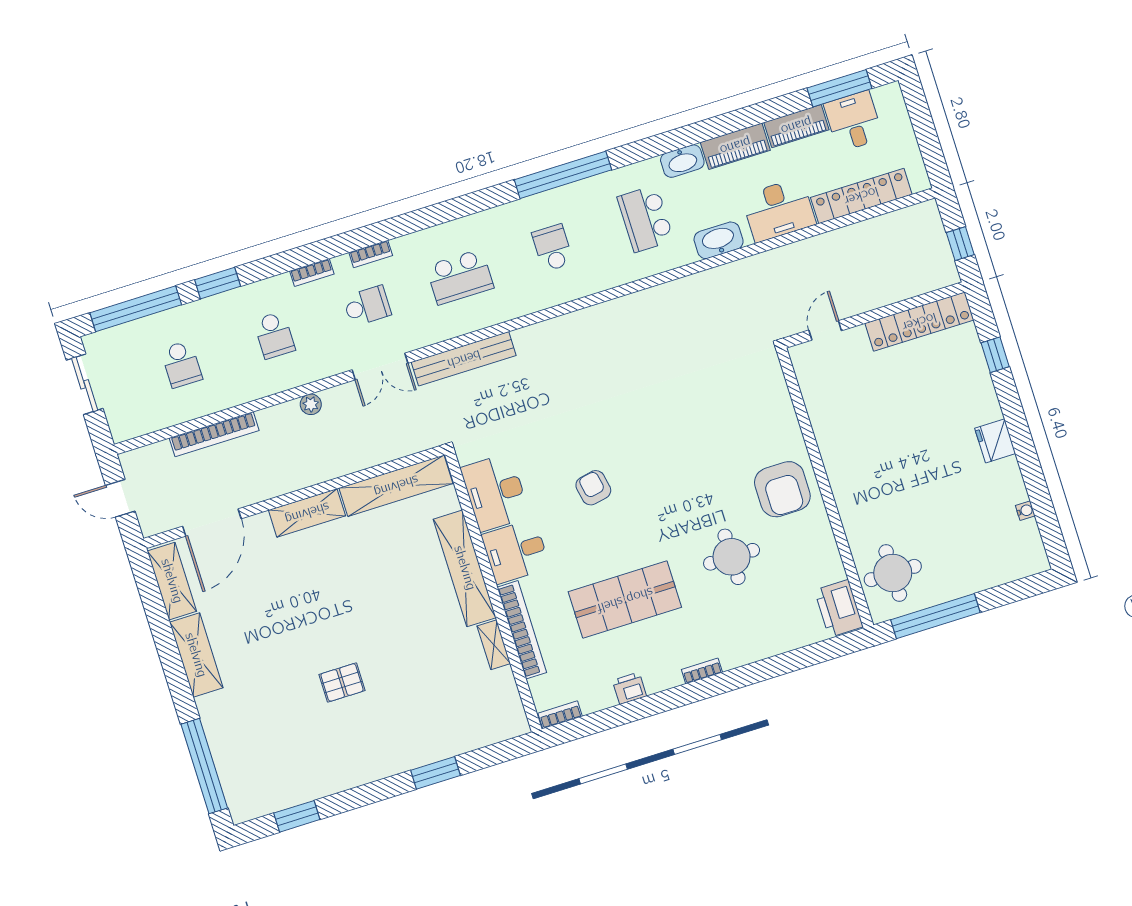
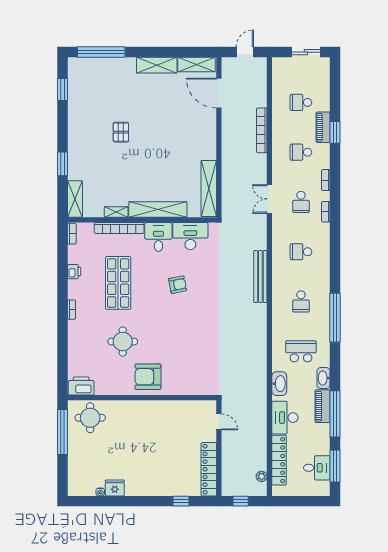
piano: (796, 126) -> (323, 127), moved
school desk: (553, 248) -> (301, 301), turned 90
school desk: (460, 277) -> (301, 252), width x0.54
window: (136, 309) -> (335, 414), moved
bench: (464, 359) -> (260, 276), moved
plant: (311, 404) -> (262, 476), moved
bookcase: (214, 434) -> (262, 130), moved
fridge: (995, 441) -> (115, 488), moved
shelving: (307, 513) -> (75, 199), moved

